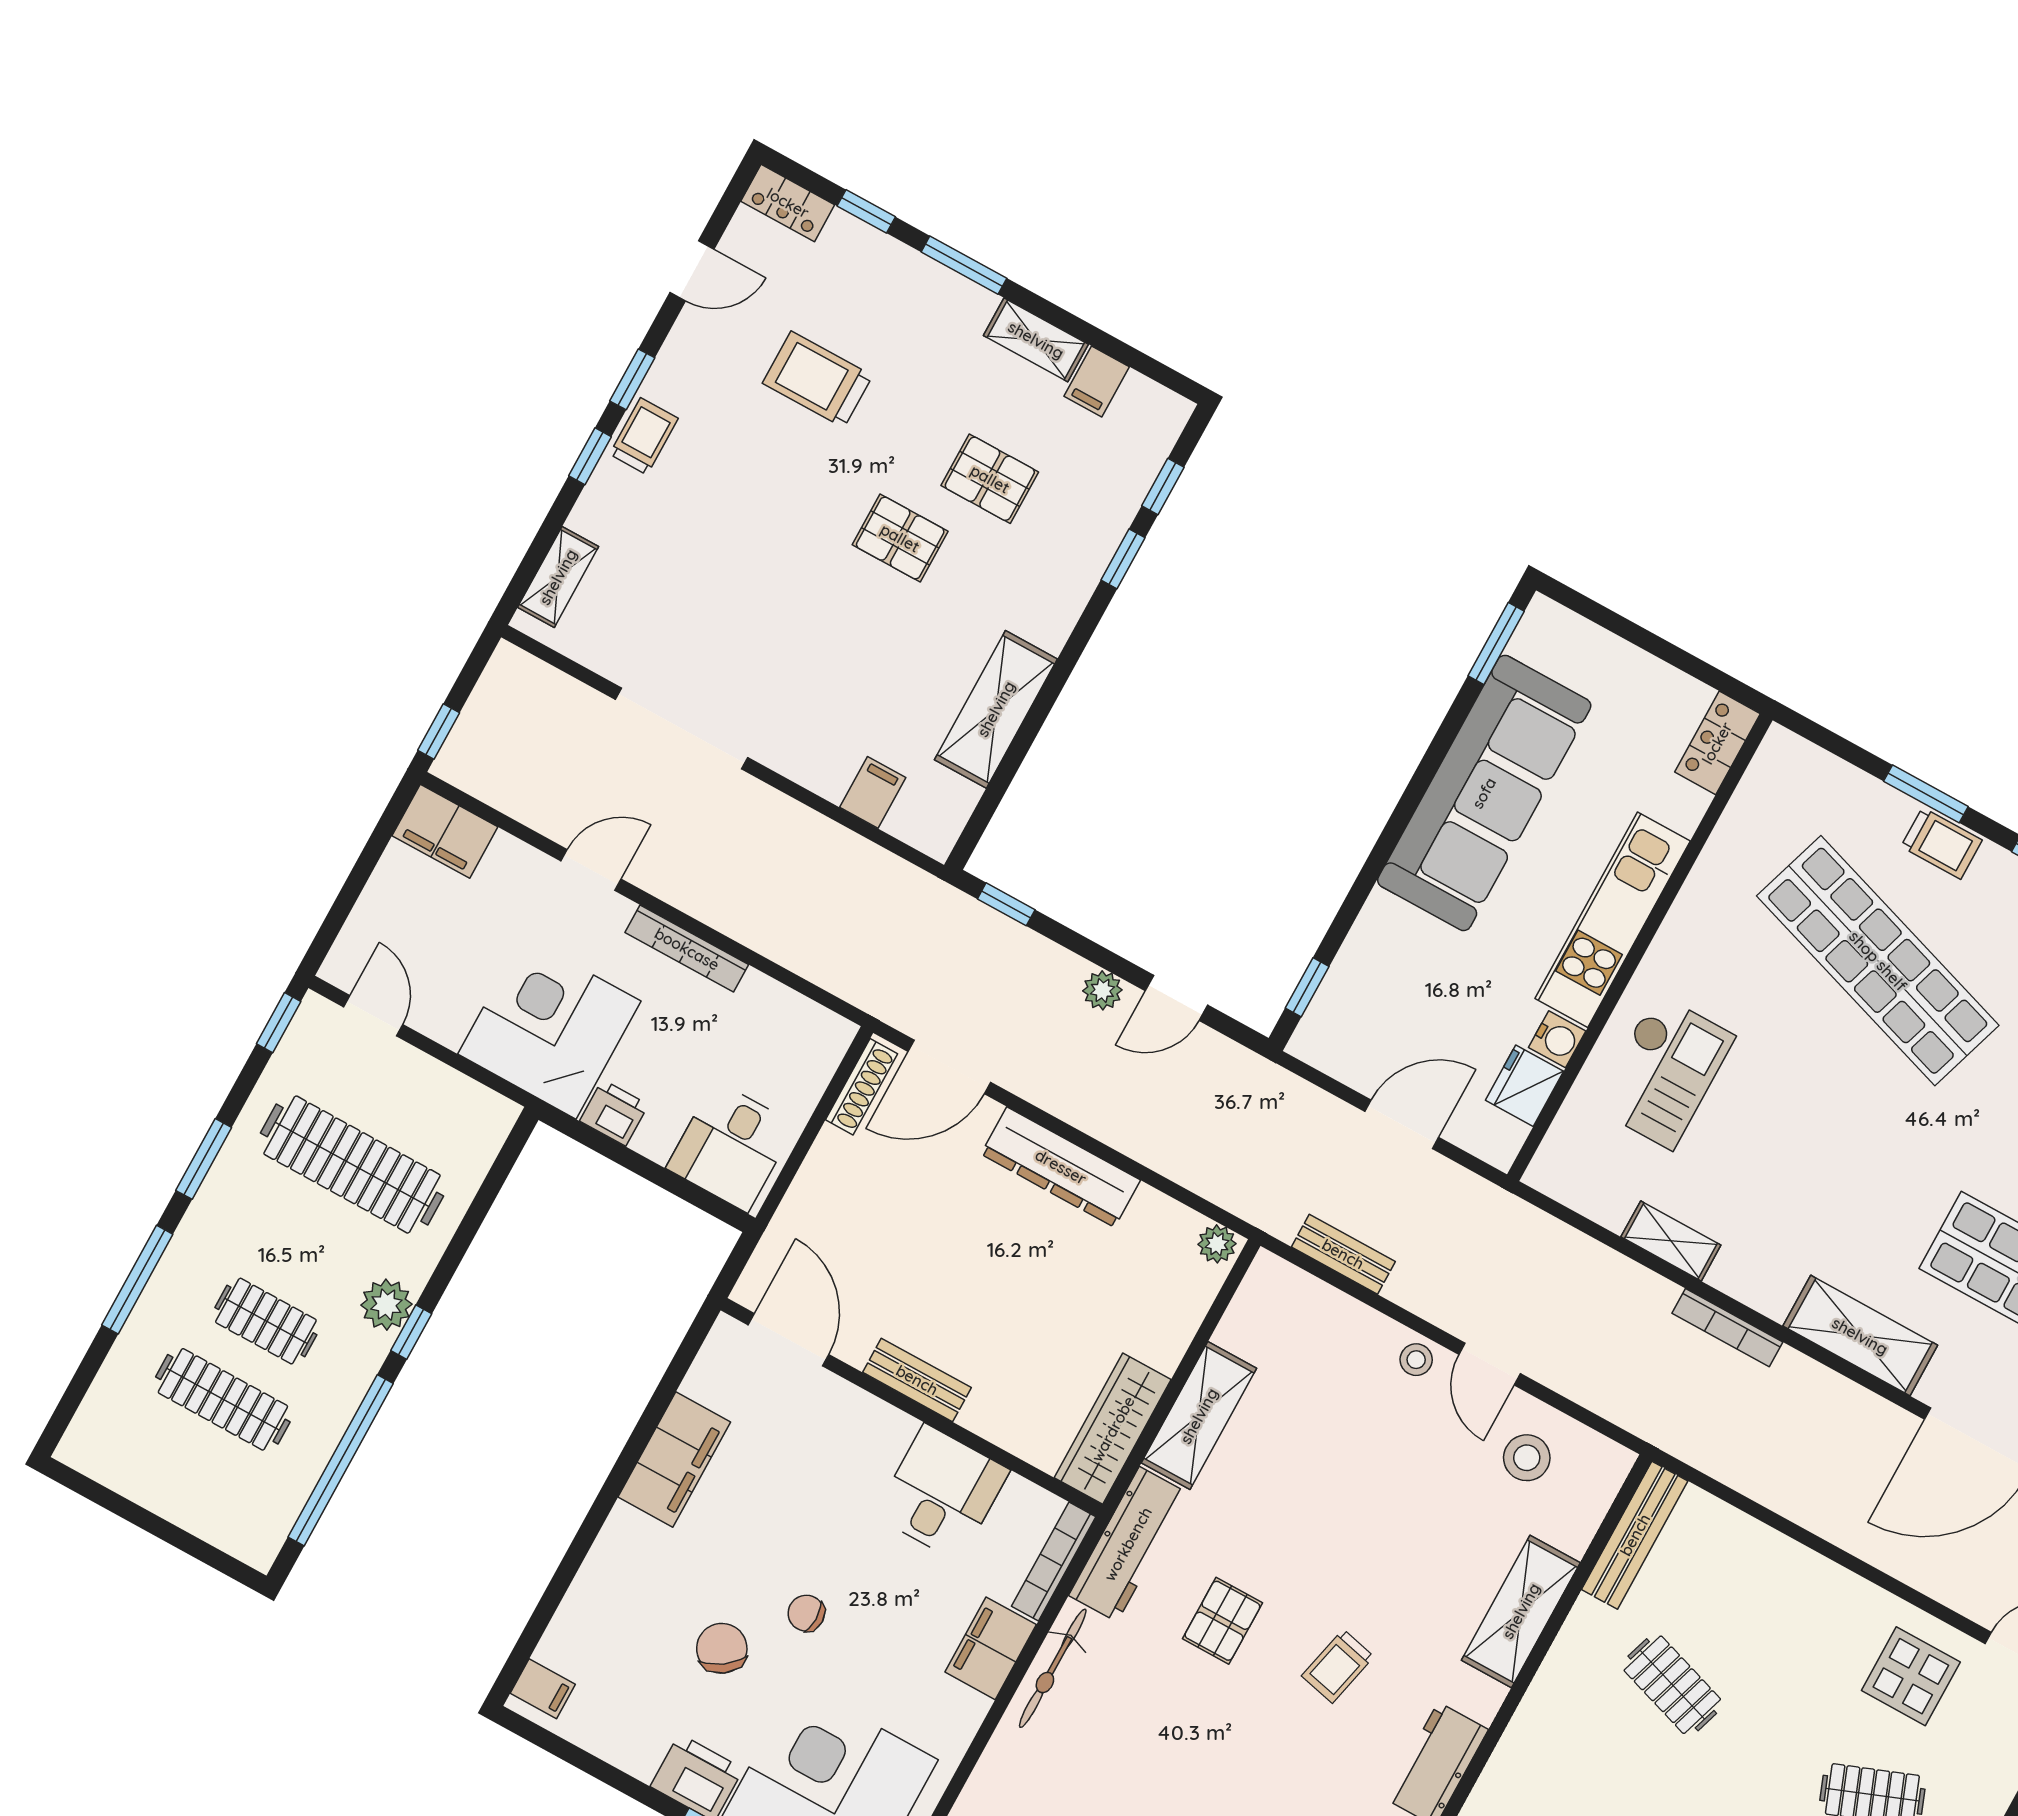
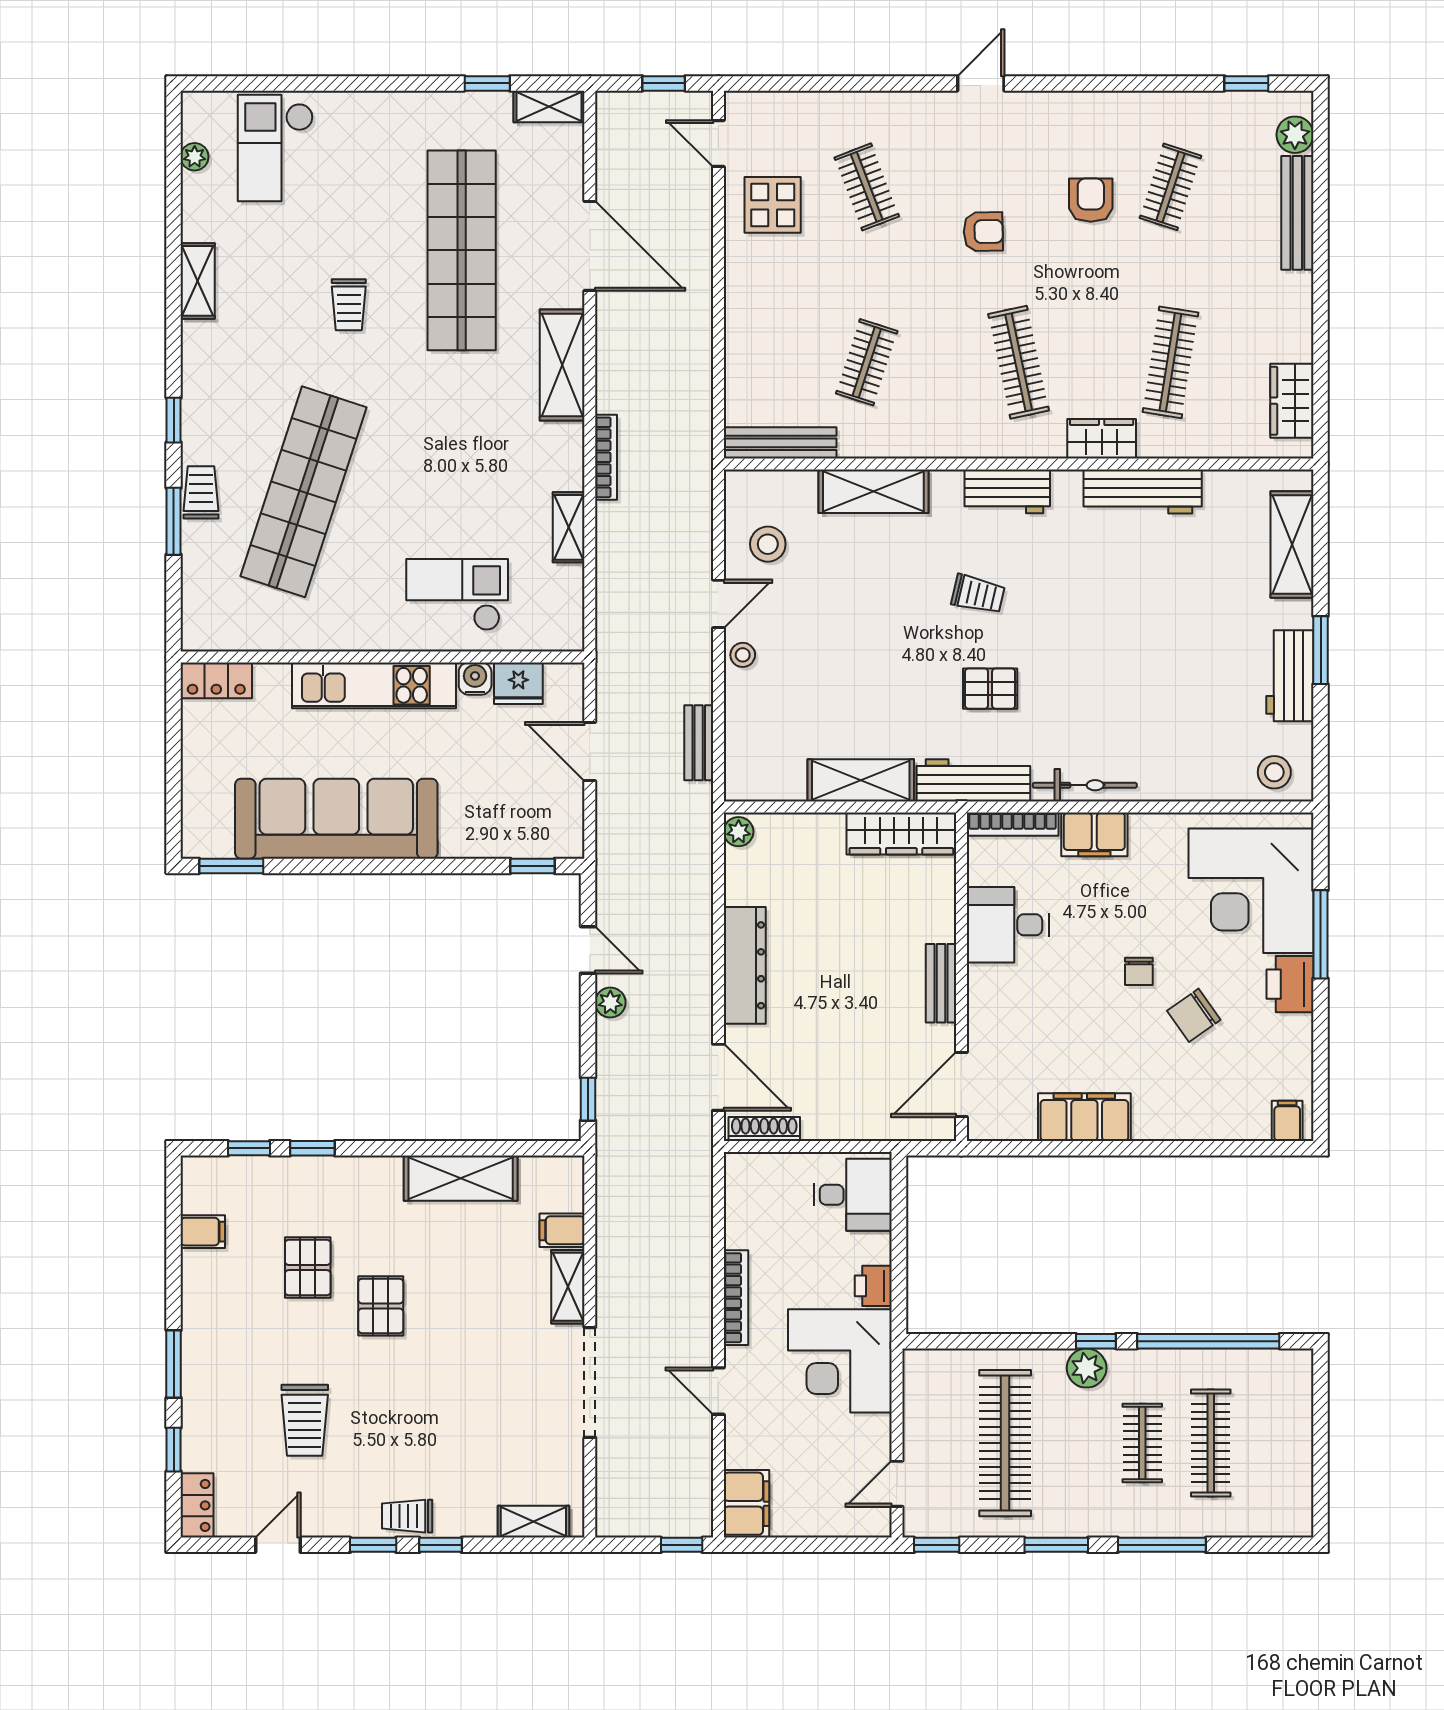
door: (692, 271) -> (278, 1545), hinge flipped
shelving: (1036, 340) -> (568, 1287), moved

